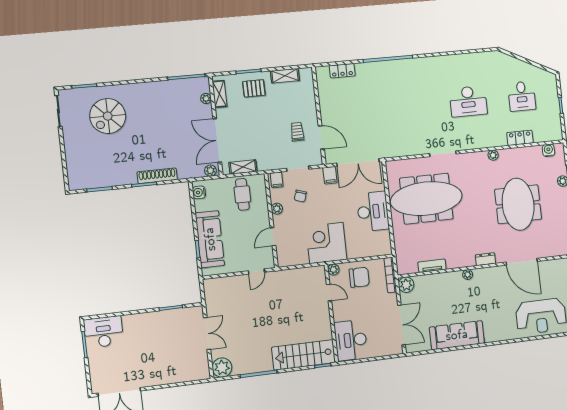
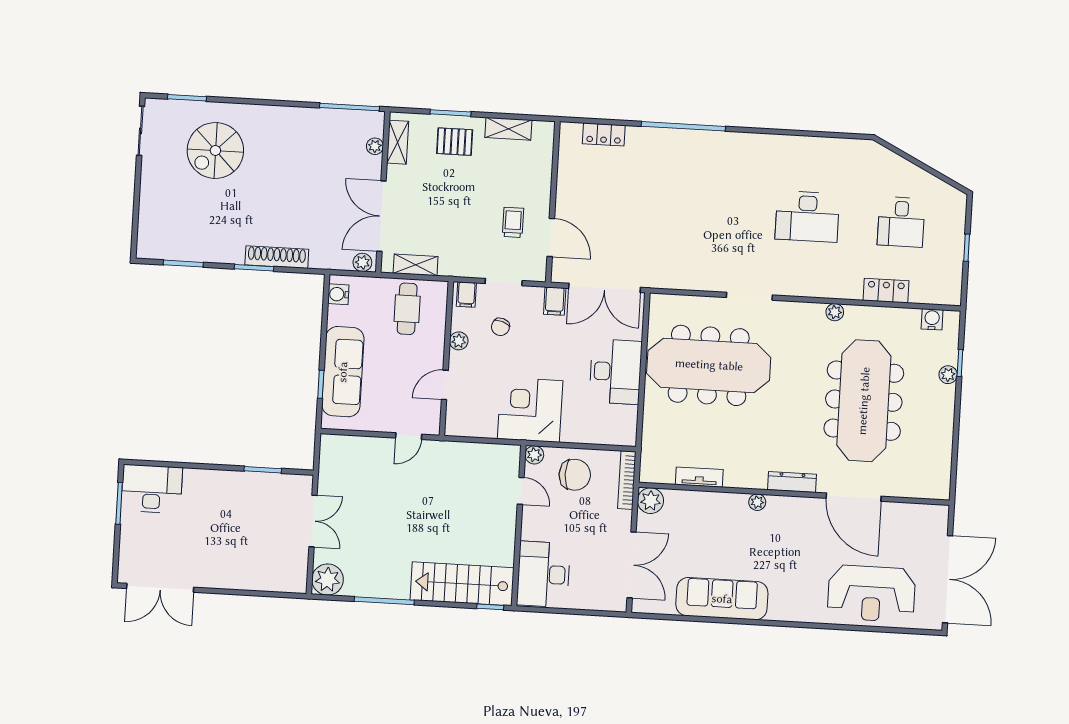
meeting table: (518, 204) -> (864, 401), width x1.36
dresser: (485, 259) -> (792, 482), width x1.44

